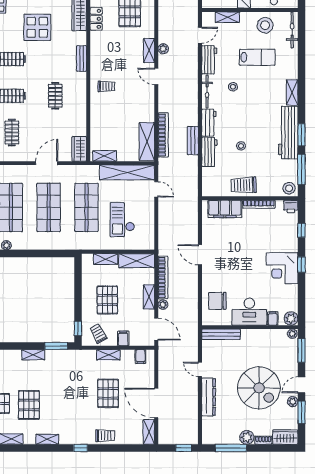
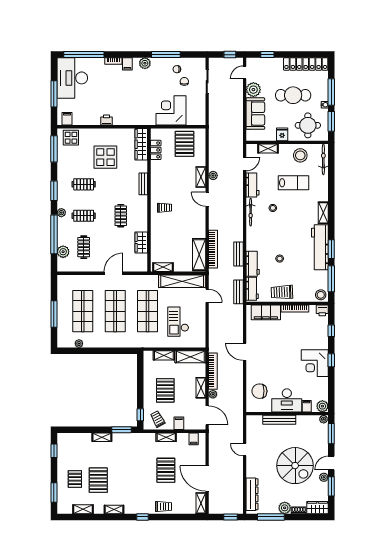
workbench: (209, 123) -> (252, 289), moved
wardrobe: (79, 149) -> (141, 242), moved
bench: (193, 185) -> (238, 292), added
bench: (221, 334) -> (279, 420), moved
dresser: (209, 397) -> (252, 494), moved

